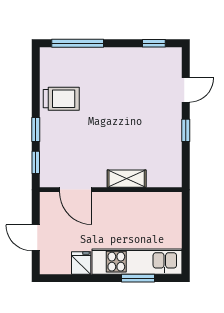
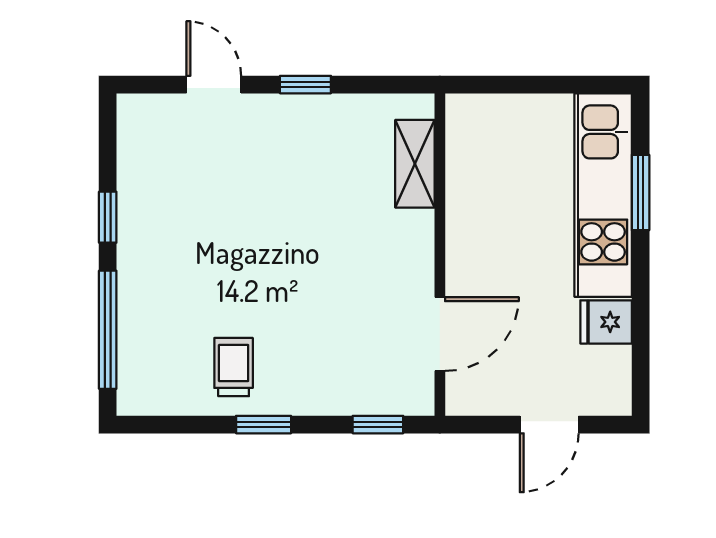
window: (154, 43) -> (108, 217), moved
trolley: (61, 99) -> (234, 367), width x0.73, depth x0.72
window: (36, 129) -> (264, 425), moved
shelving: (127, 179) -> (415, 164), moved

